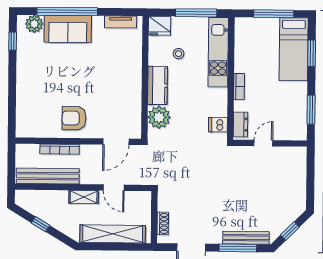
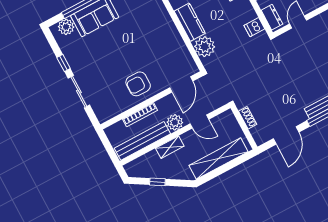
window: (13, 41) -> (64, 63), moved
sliding door: (12, 94) -> (79, 92), added
plant: (89, 175) -> (175, 122), added
shelving: (84, 197) -> (170, 147), moved
shoe rack: (163, 223) -> (248, 118), moved

